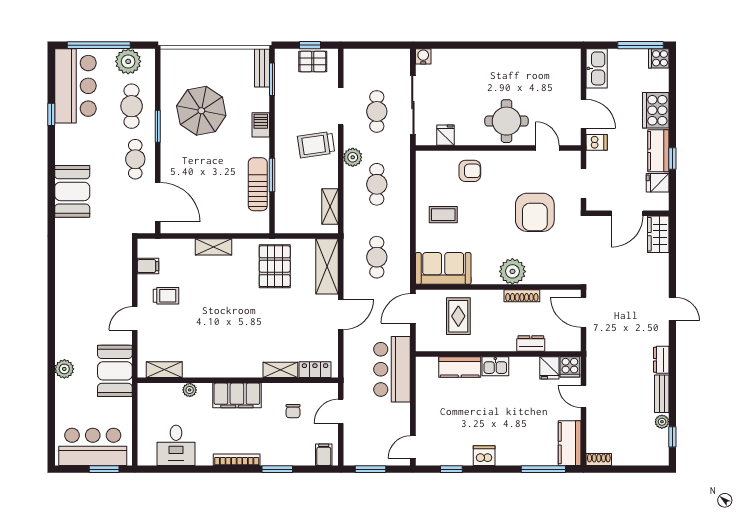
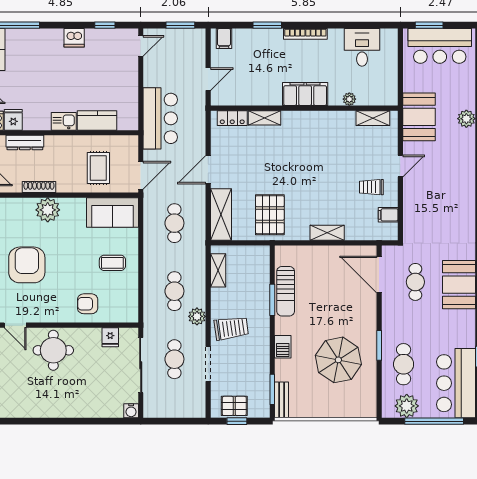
cafe table: (135, 159) -> (415, 282), moved
dresser: (531, 344) -> (25, 142), width x1.44
chair: (293, 411) -> (253, 79), removed

